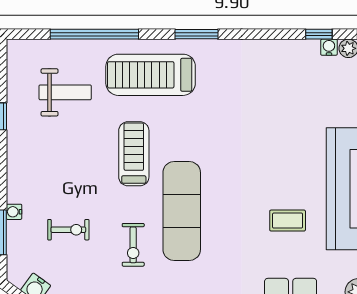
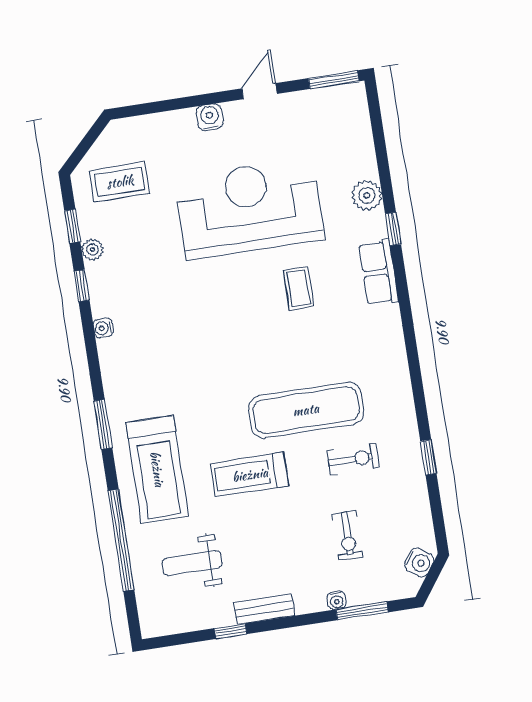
water cooler: (329, 47) -> (103, 328), moved
weight bench: (65, 92) -> (192, 563), turned -90
bench: (16, 148) -> (264, 609), added
exercise bike: (68, 230) -> (347, 535), turned 180

